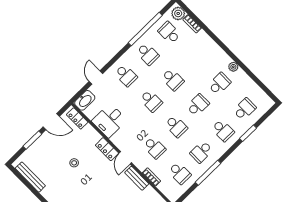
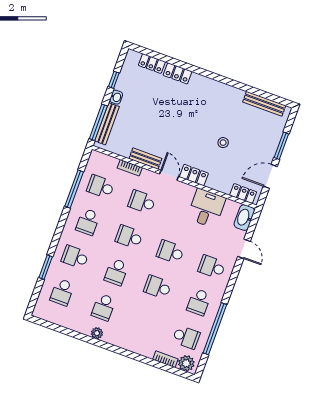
school desk: (148, 54) -> (199, 302), turned -90
school desk: (201, 152) -> (88, 222), turned 180
window: (208, 173) -> (74, 189), moved

